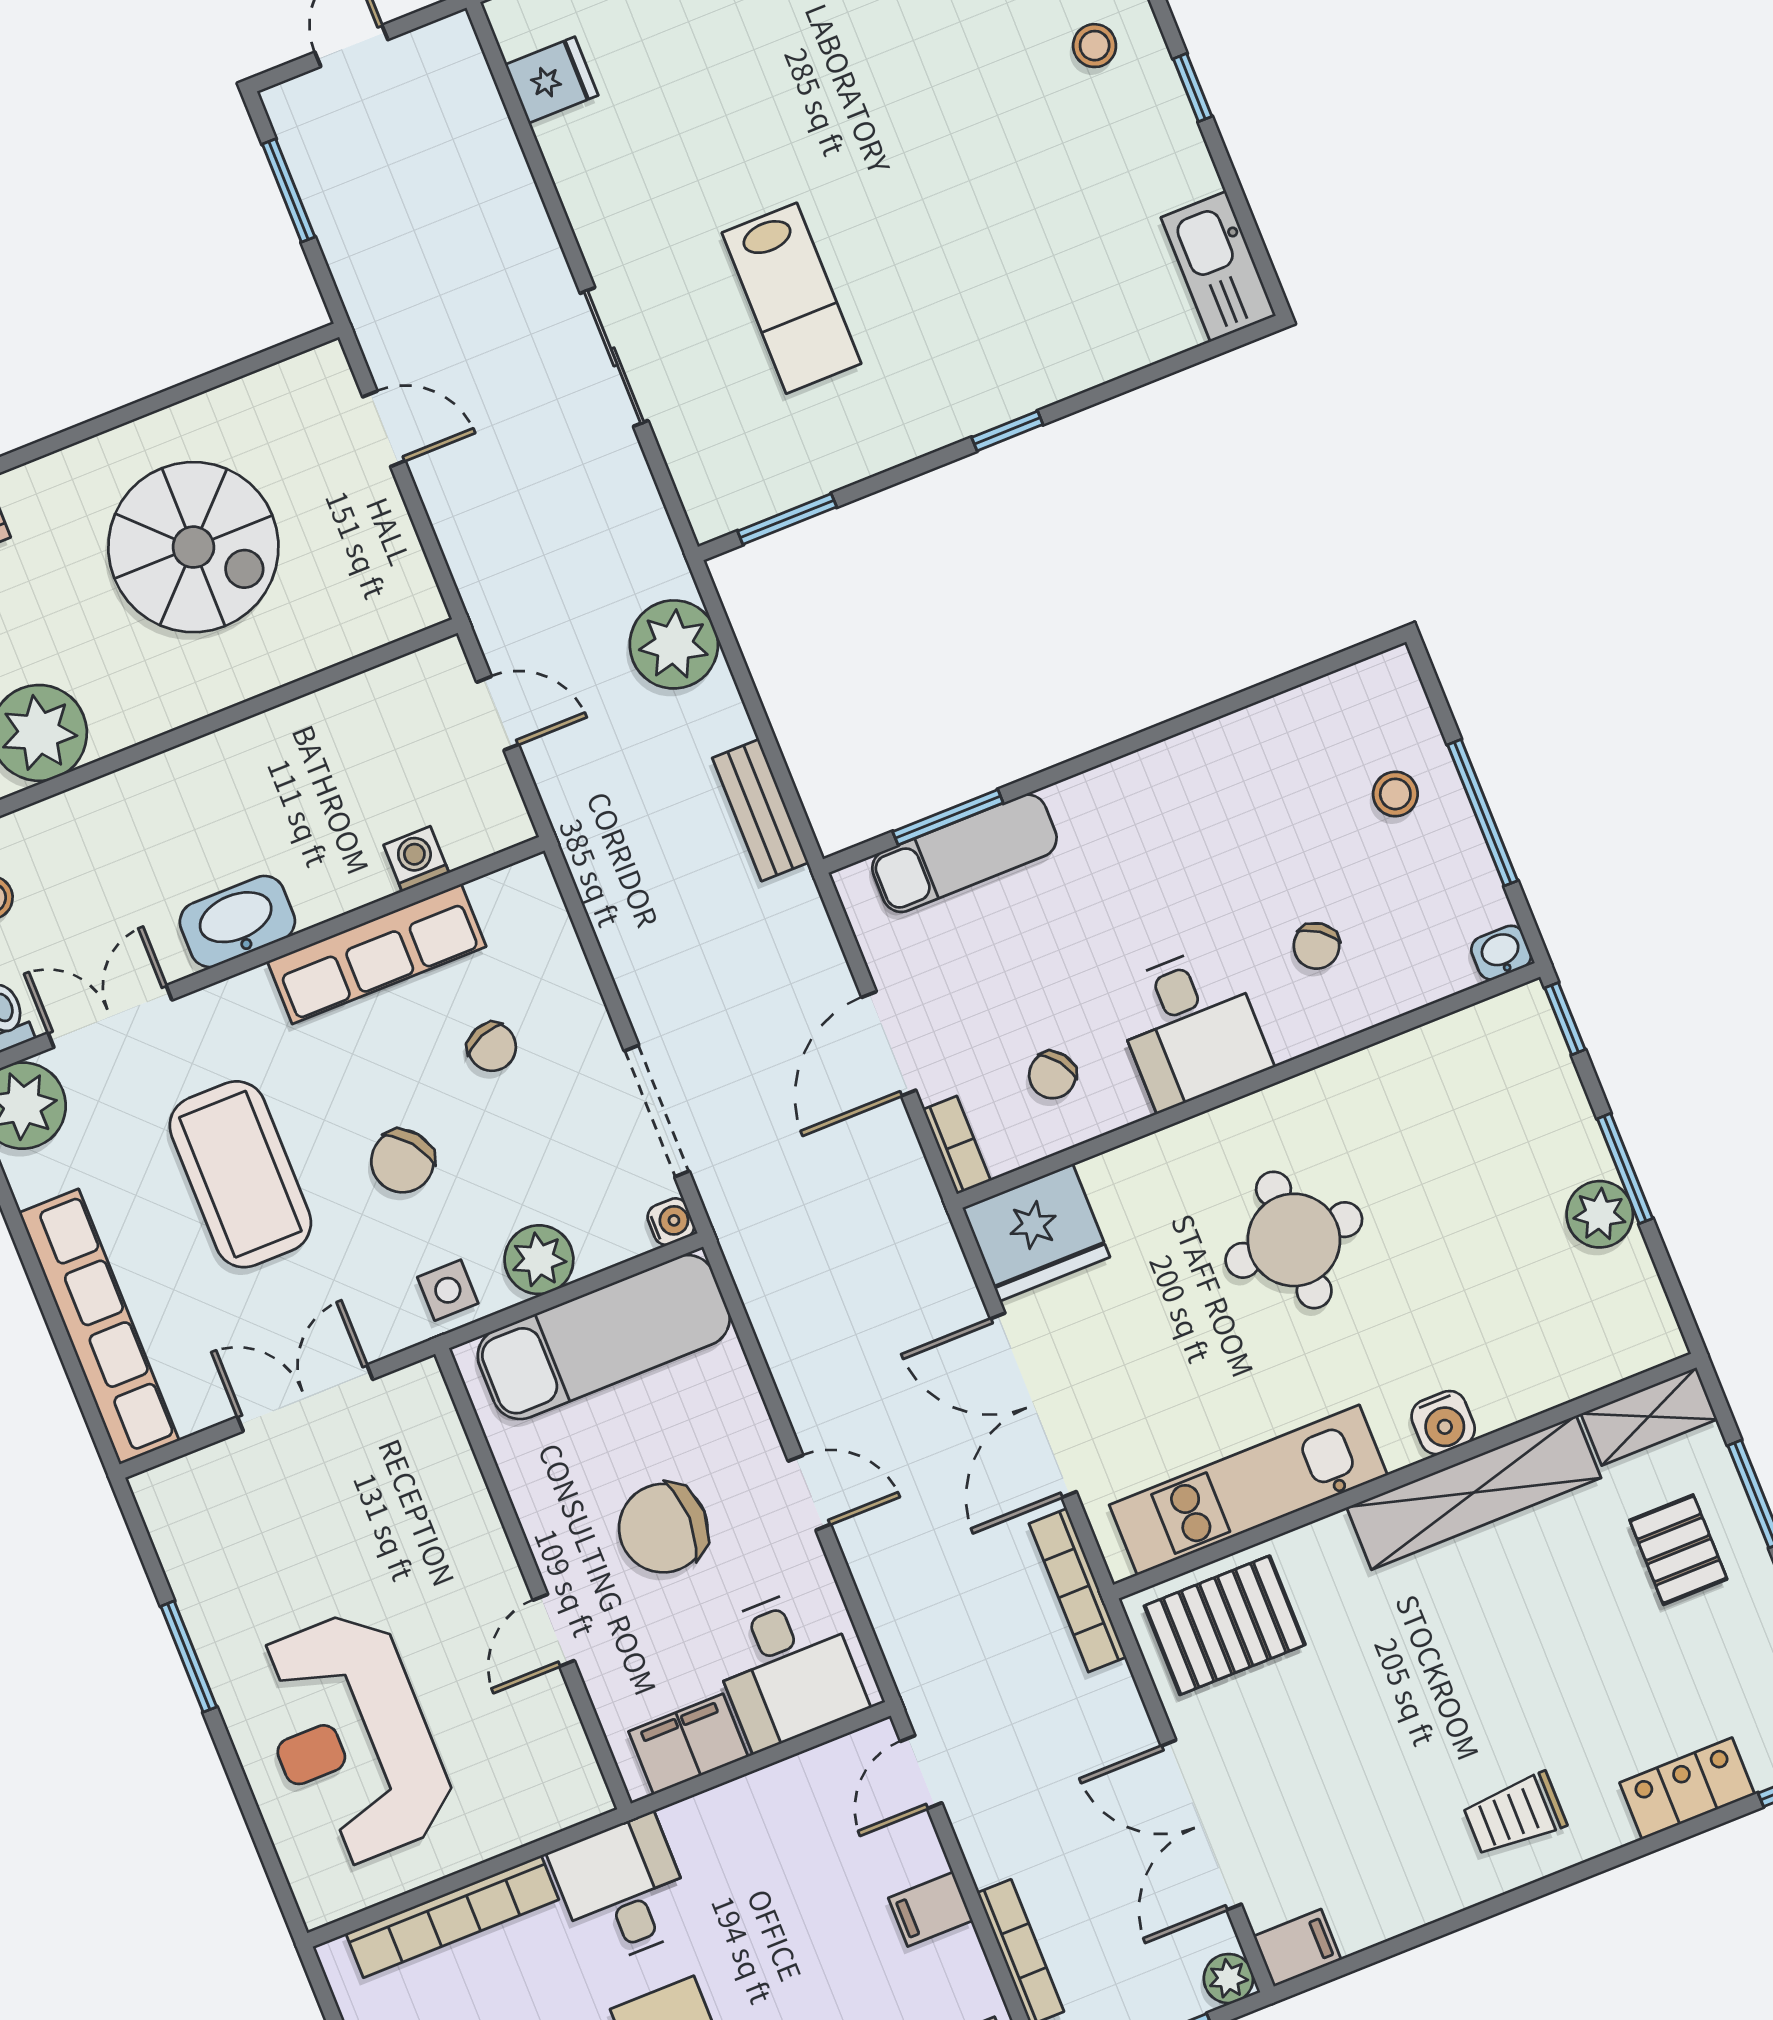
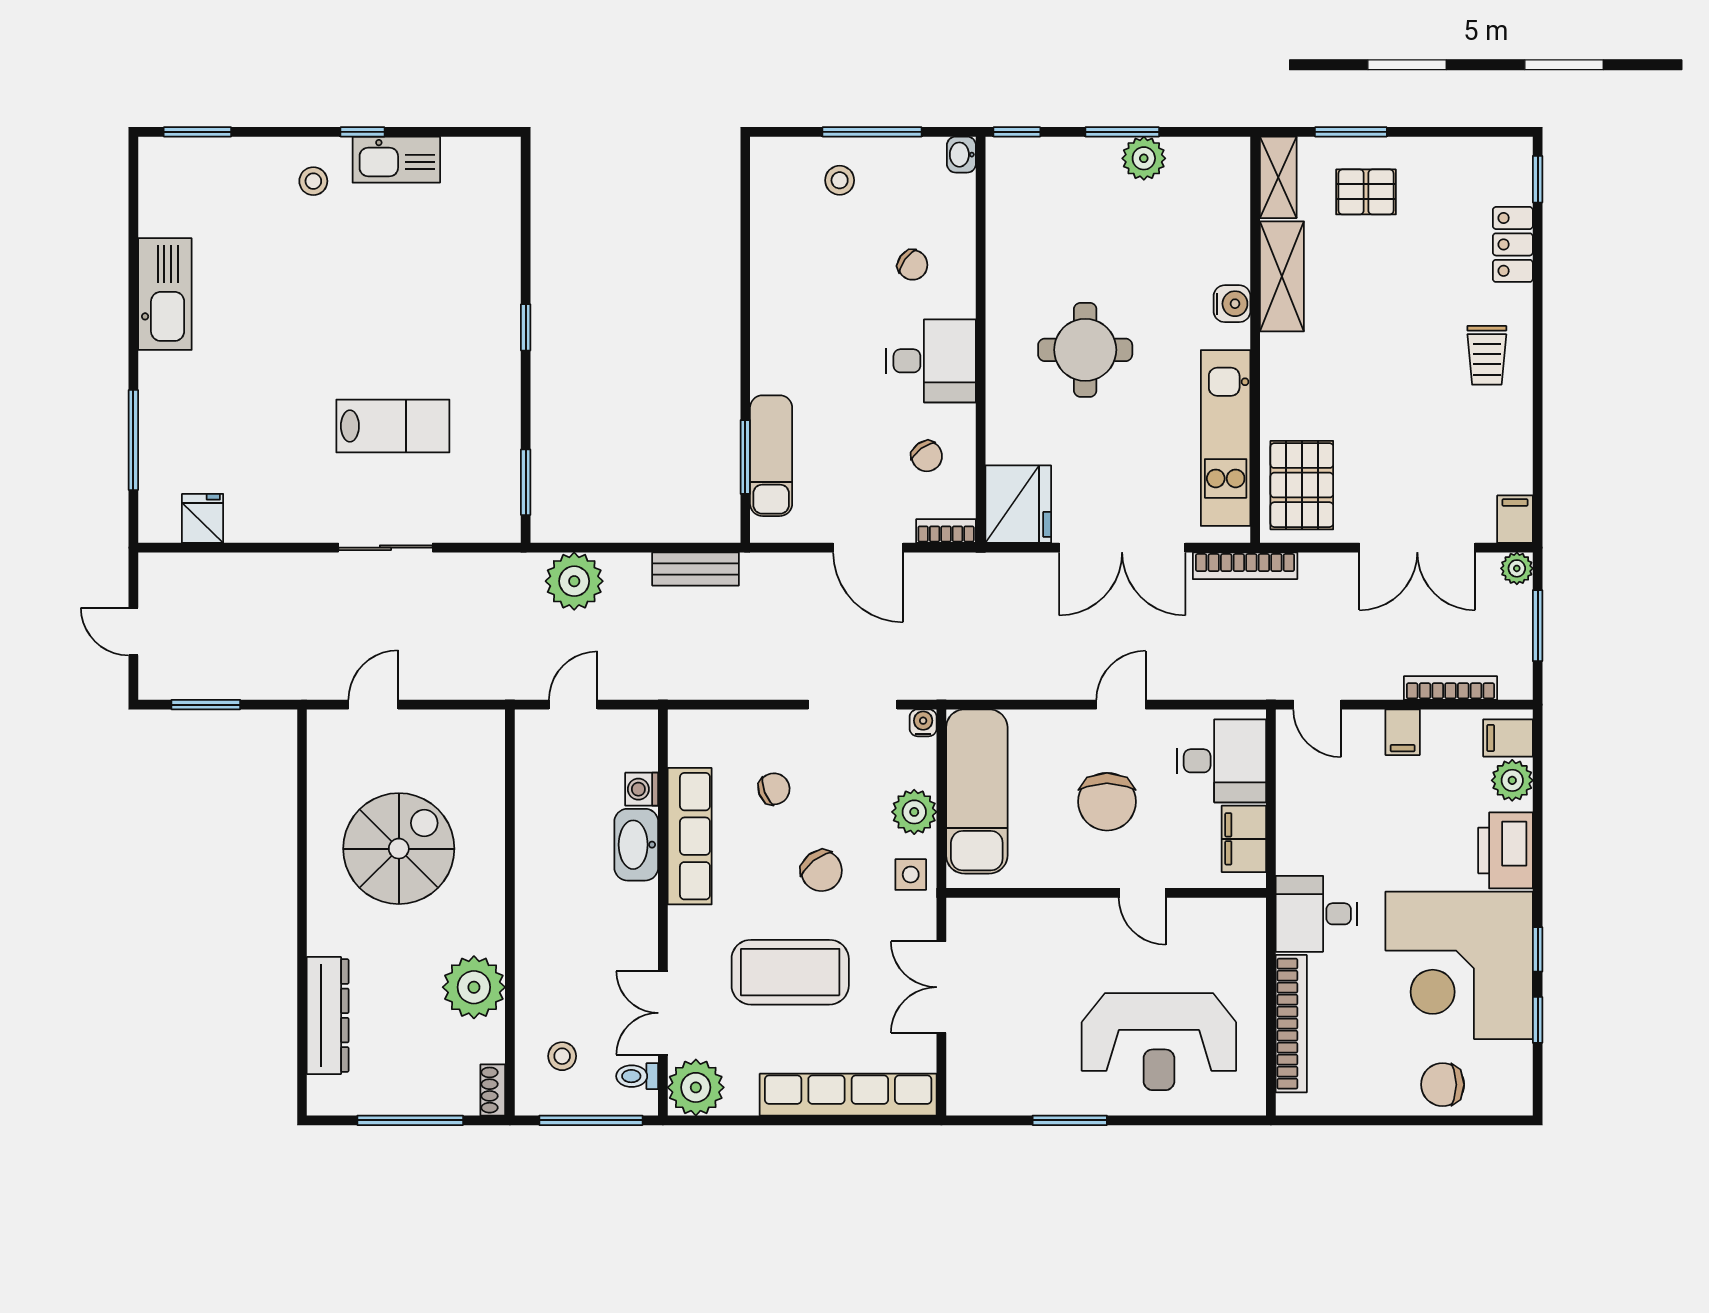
kitchen sink: (1218, 267) -> (396, 160), moved
washbasin: (237, 922) -> (636, 845), moved
shelving: (1474, 1493) -> (1282, 276), width x0.68

